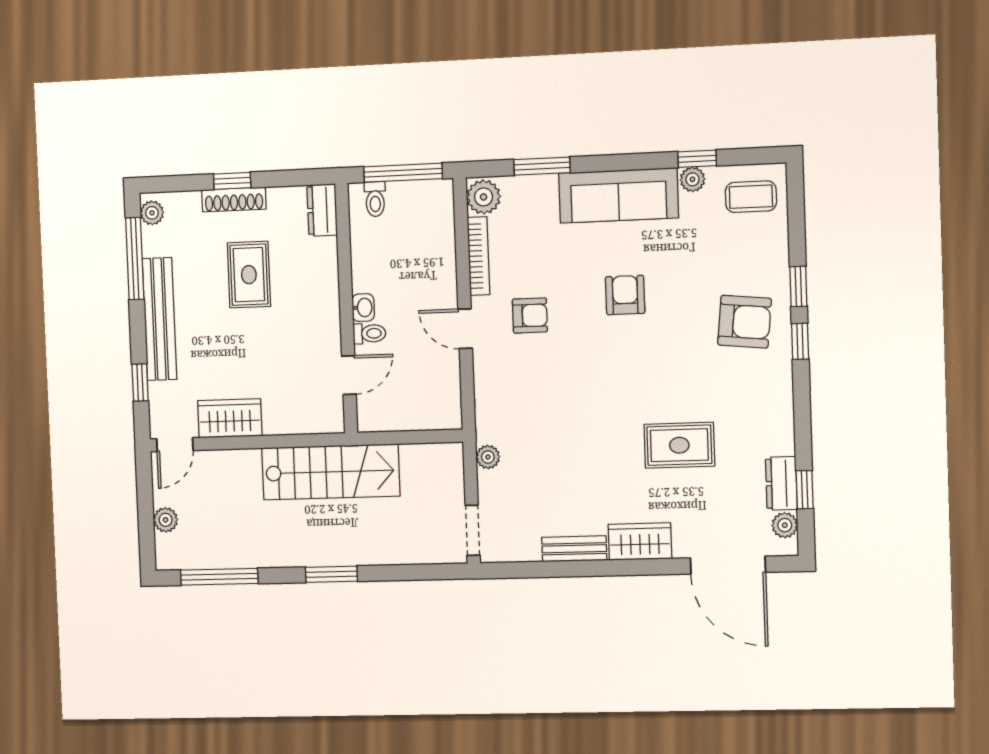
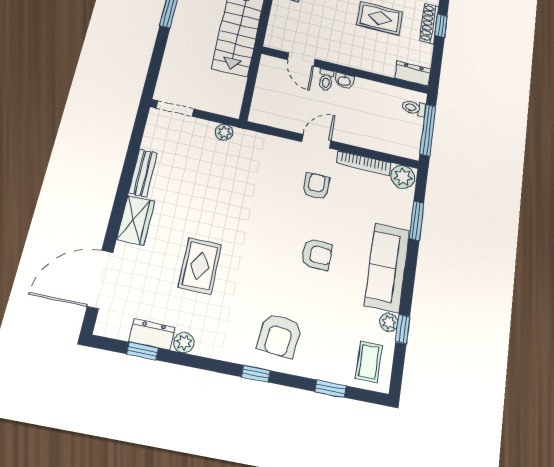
window: (798, 286) -> (331, 389), moved
armchair: (530, 315) -> (316, 186), turned 180
plant: (785, 525) -> (184, 342), moved

